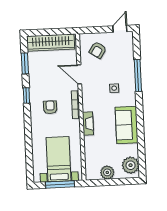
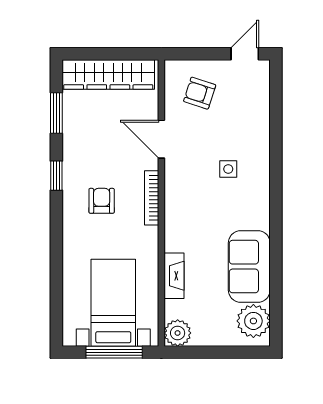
armchair: (98, 50) -> (200, 93), turned 75
window: (138, 75) -> (276, 146), removed
fireplace: (88, 124) -> (174, 276), moved
sofa: (127, 125) -> (249, 267), moved
plant: (107, 172) -> (178, 333), moved

